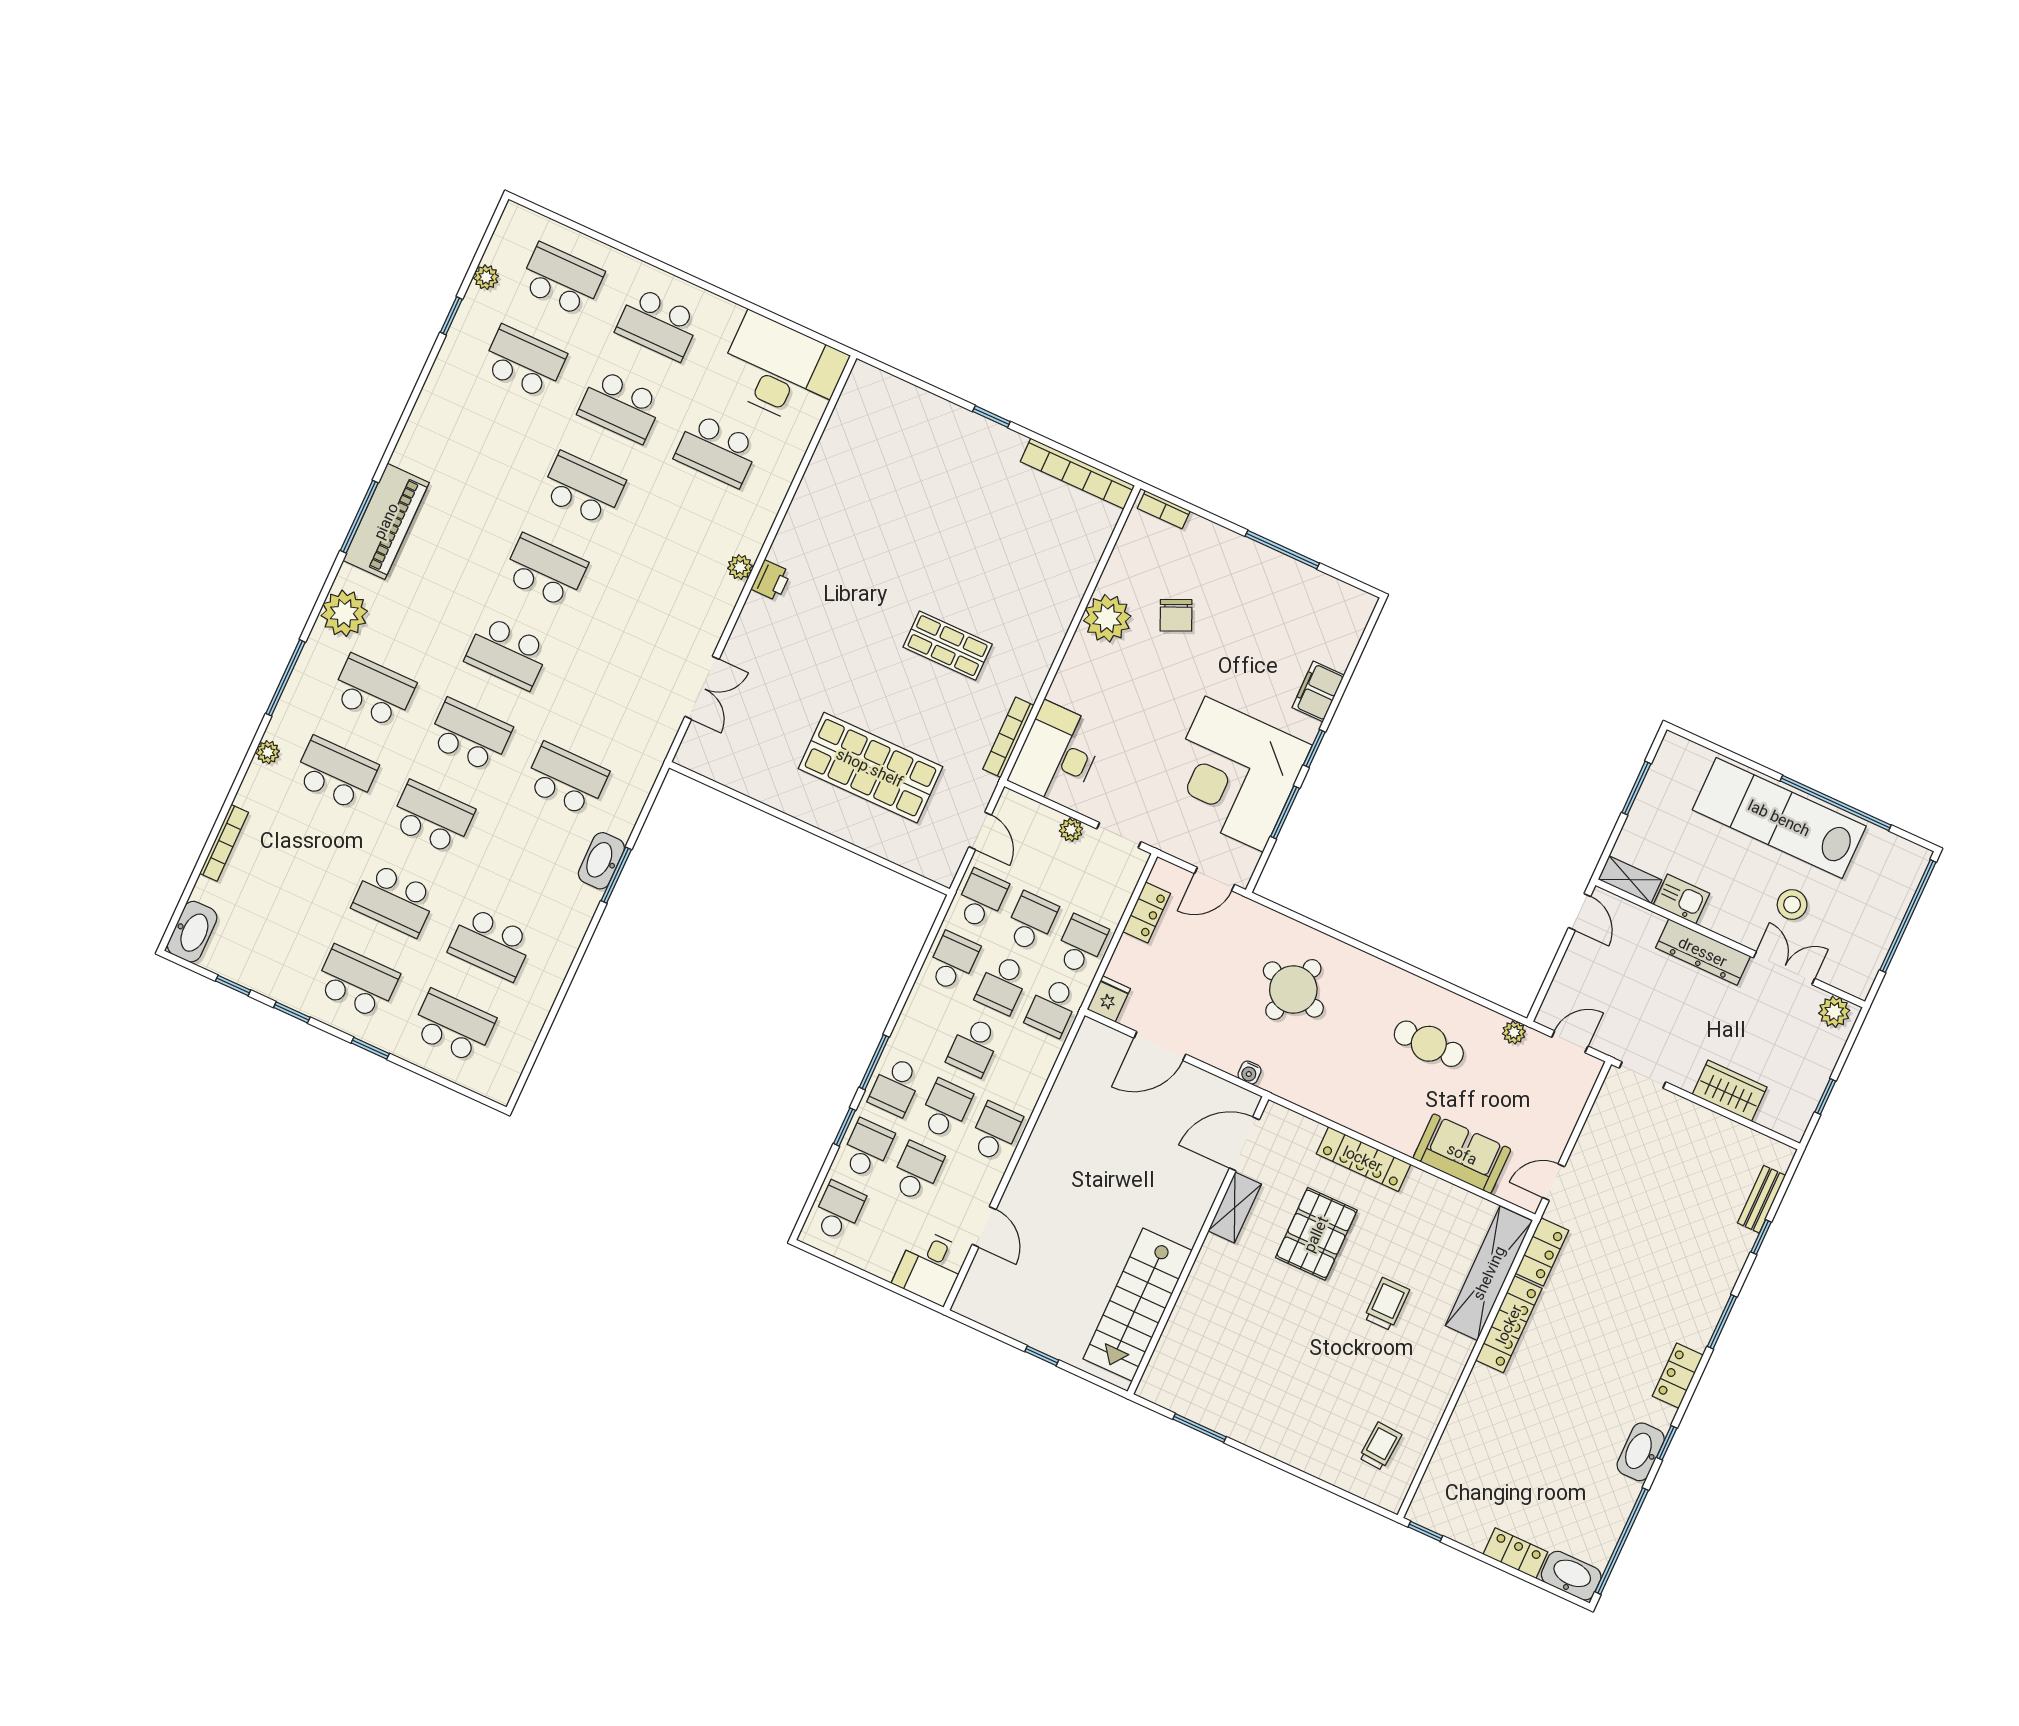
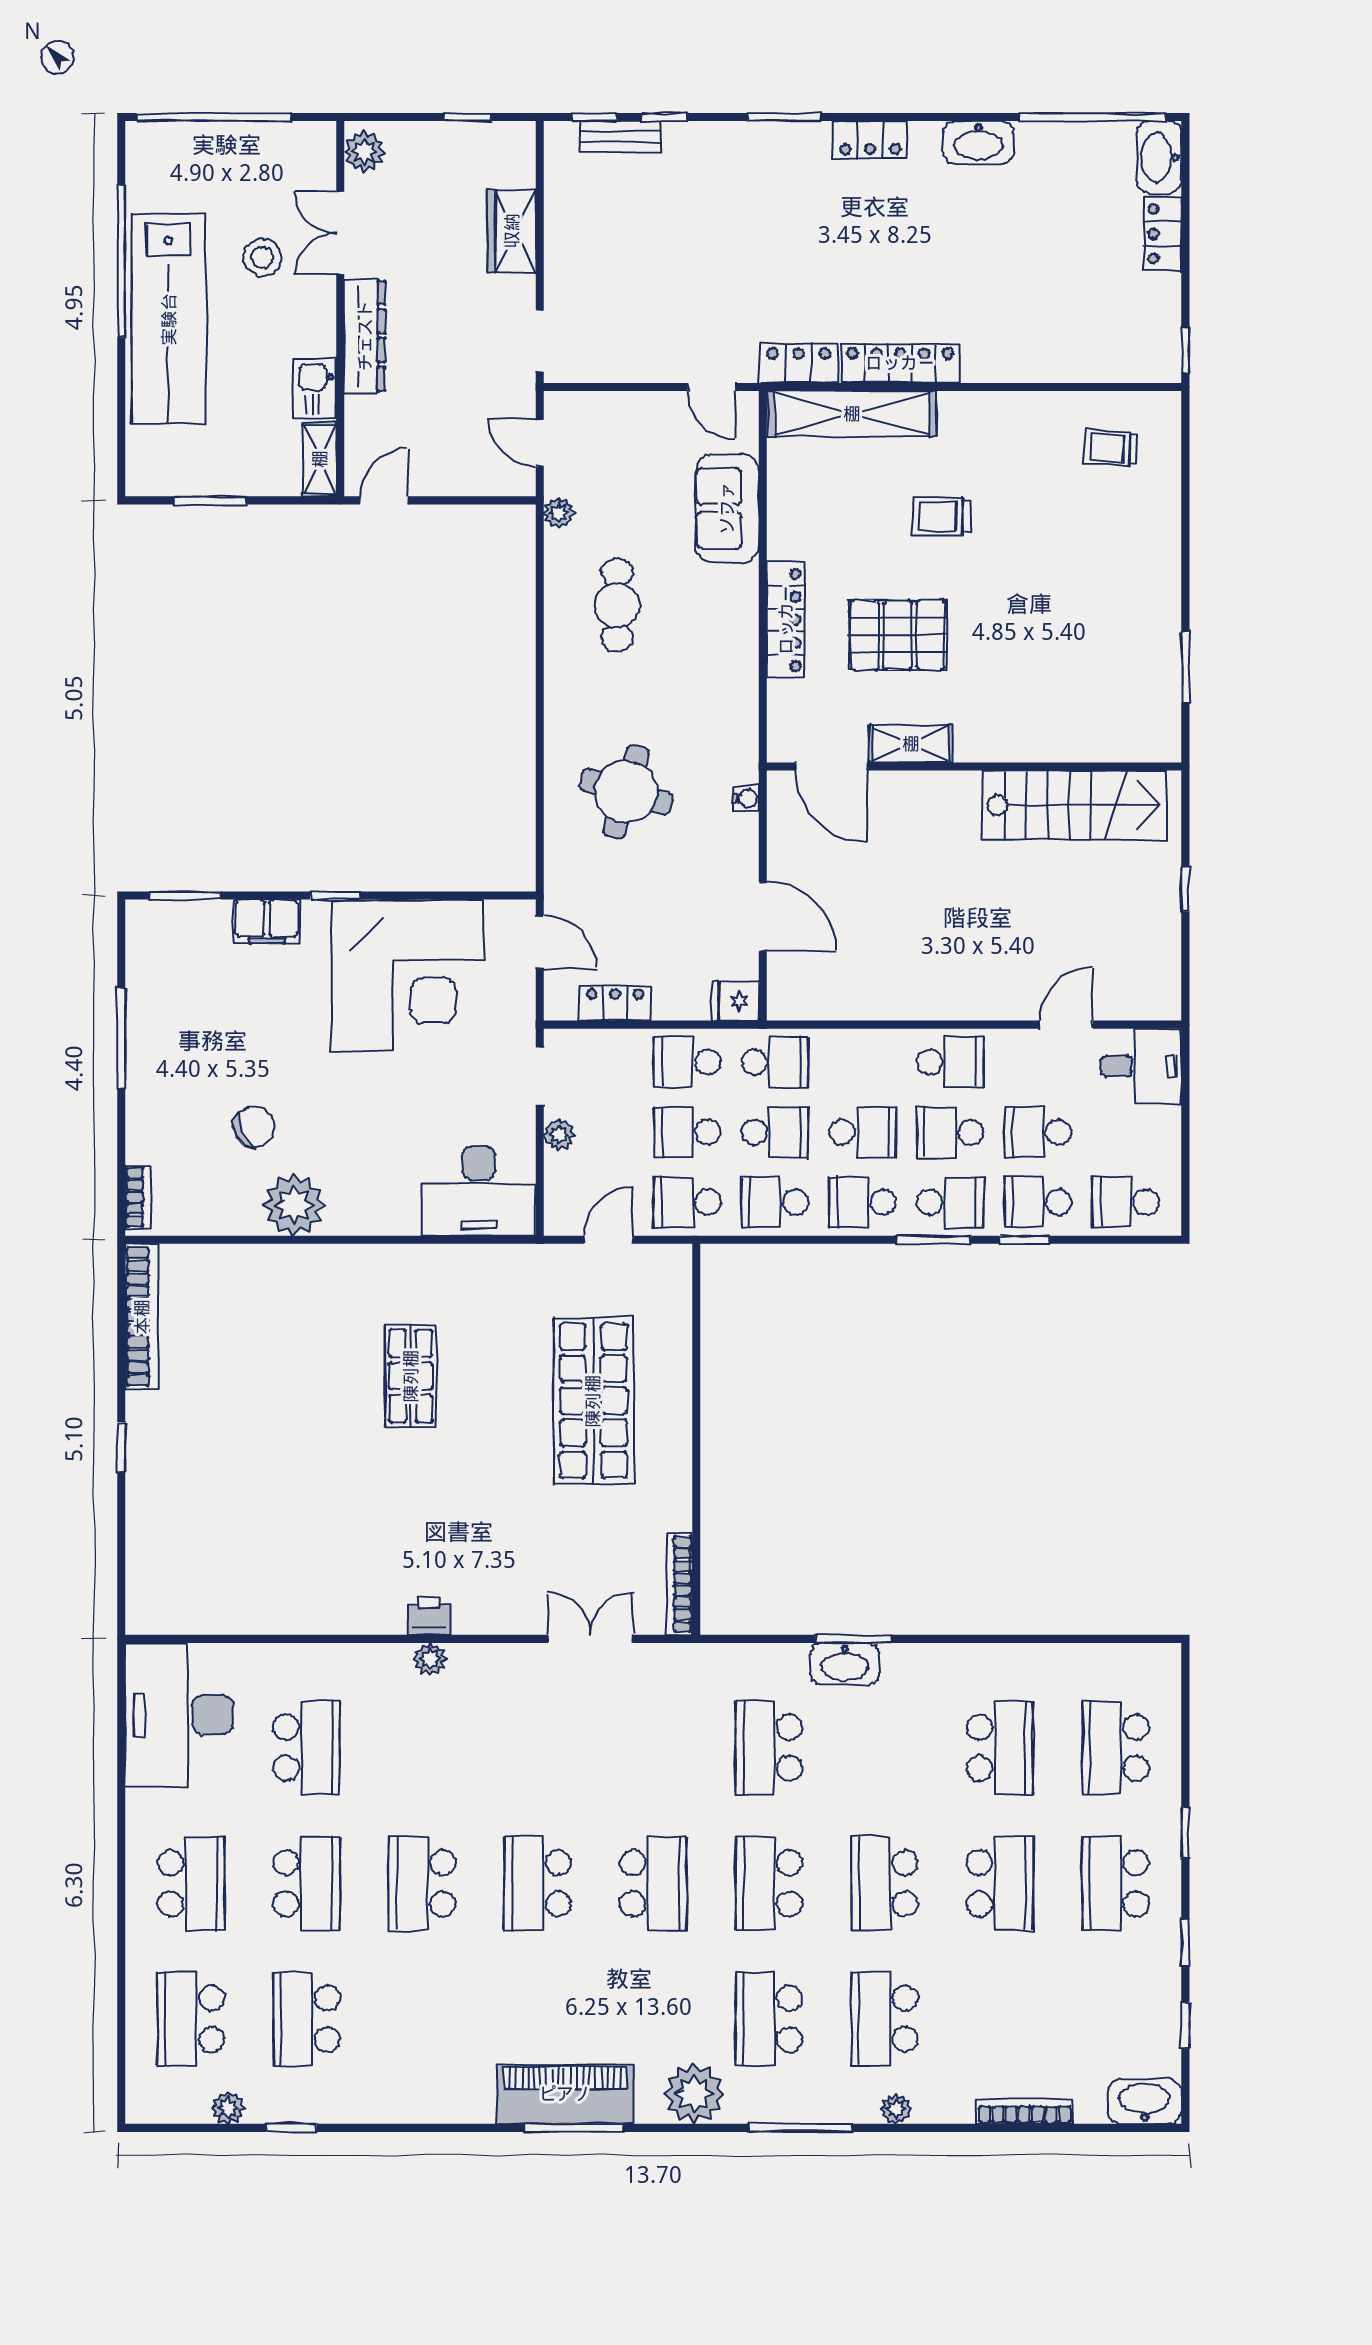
bookcase: (1008, 737) -> (679, 1584), moved, turned 90
window: (1285, 812) -> (185, 896), moved
school desk: (924, 1024) -> (863, 1202), added
school desk: (995, 1132) -> (950, 1062), turned 180
window: (1667, 1443) -> (594, 117), moved

